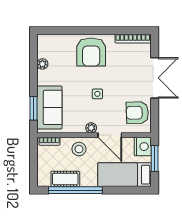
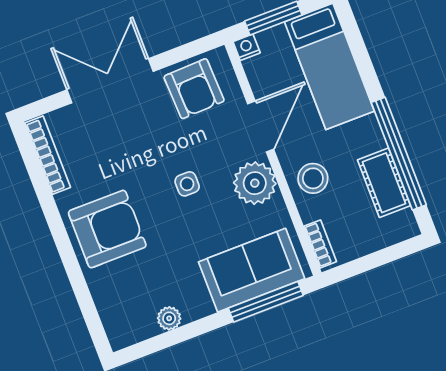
window: (34, 108) -> (266, 302), width x1.44
plant: (91, 128) -> (255, 183), width x1.87, depth x1.87
nightstand: (143, 147) -> (247, 47), width x0.53, depth x0.56

